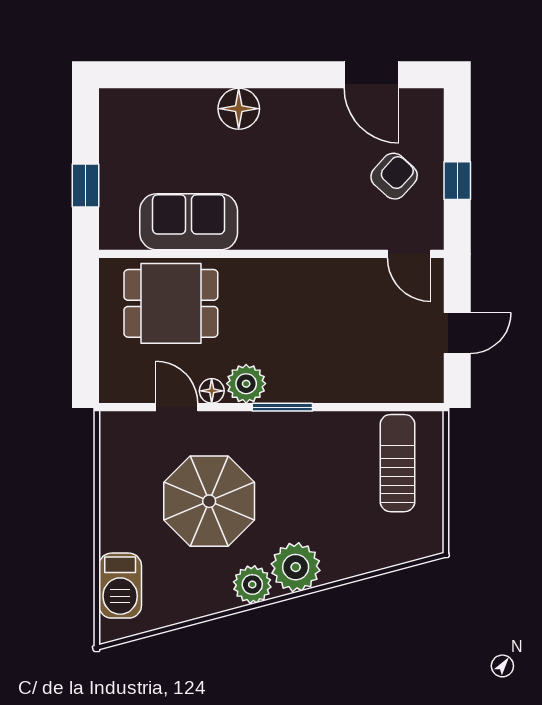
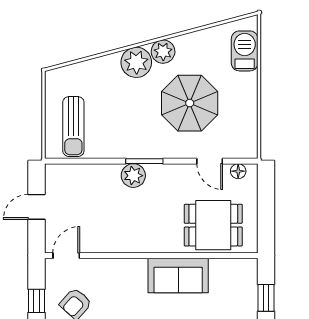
sofa: (189, 222) -> (178, 276), moved
door: (409, 254) -> (66, 256), hinge flipped
plant: (246, 384) -> (133, 176), moved
floor lamp: (212, 391) -> (238, 171), moved

